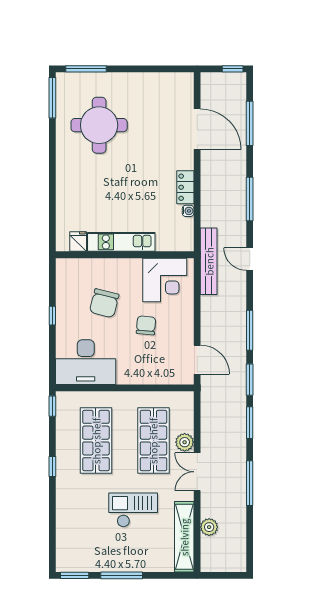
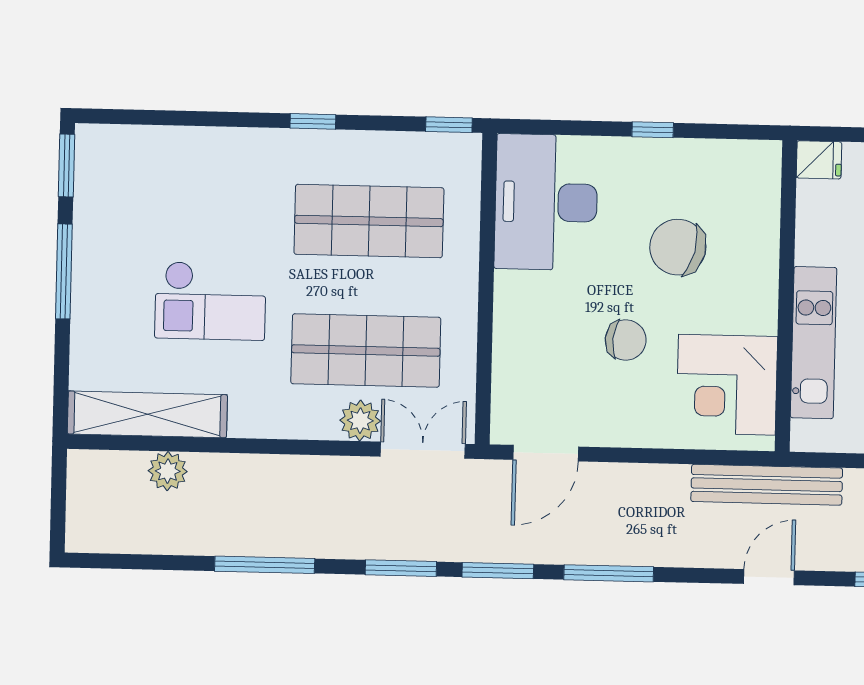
fridge: (78, 242) -> (819, 160), moved
kitchen unit: (121, 242) -> (814, 343), moved
double door: (197, 472) -> (423, 450), moved
checkout: (133, 510) -> (210, 301), turned 90

